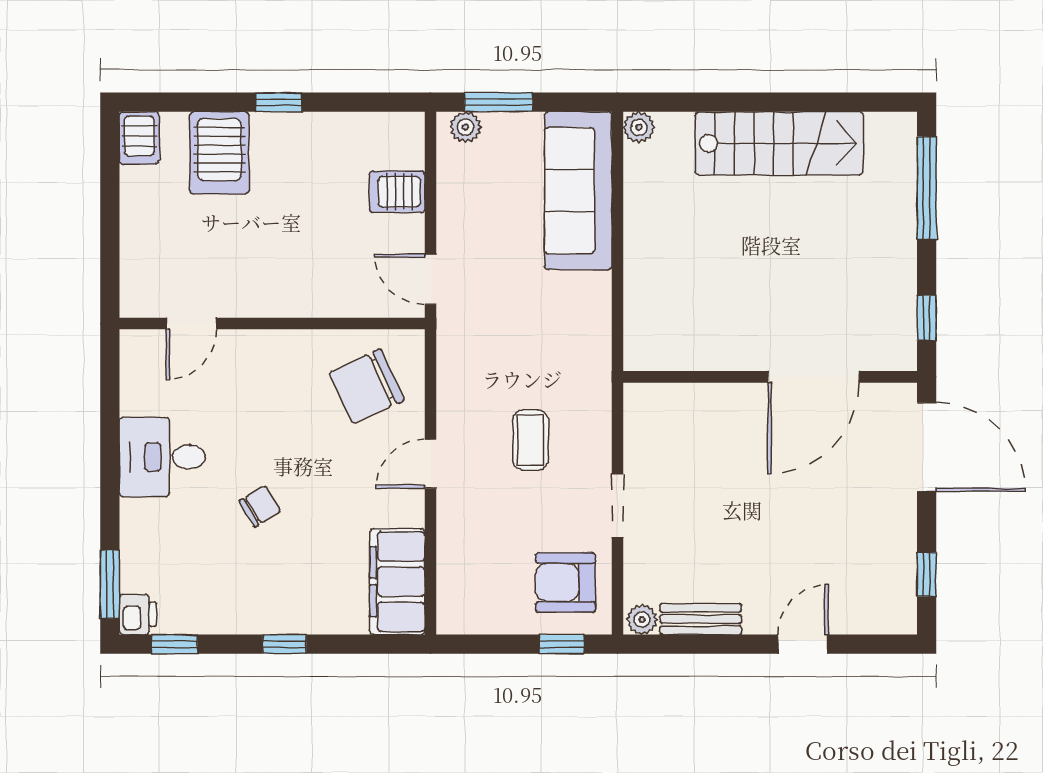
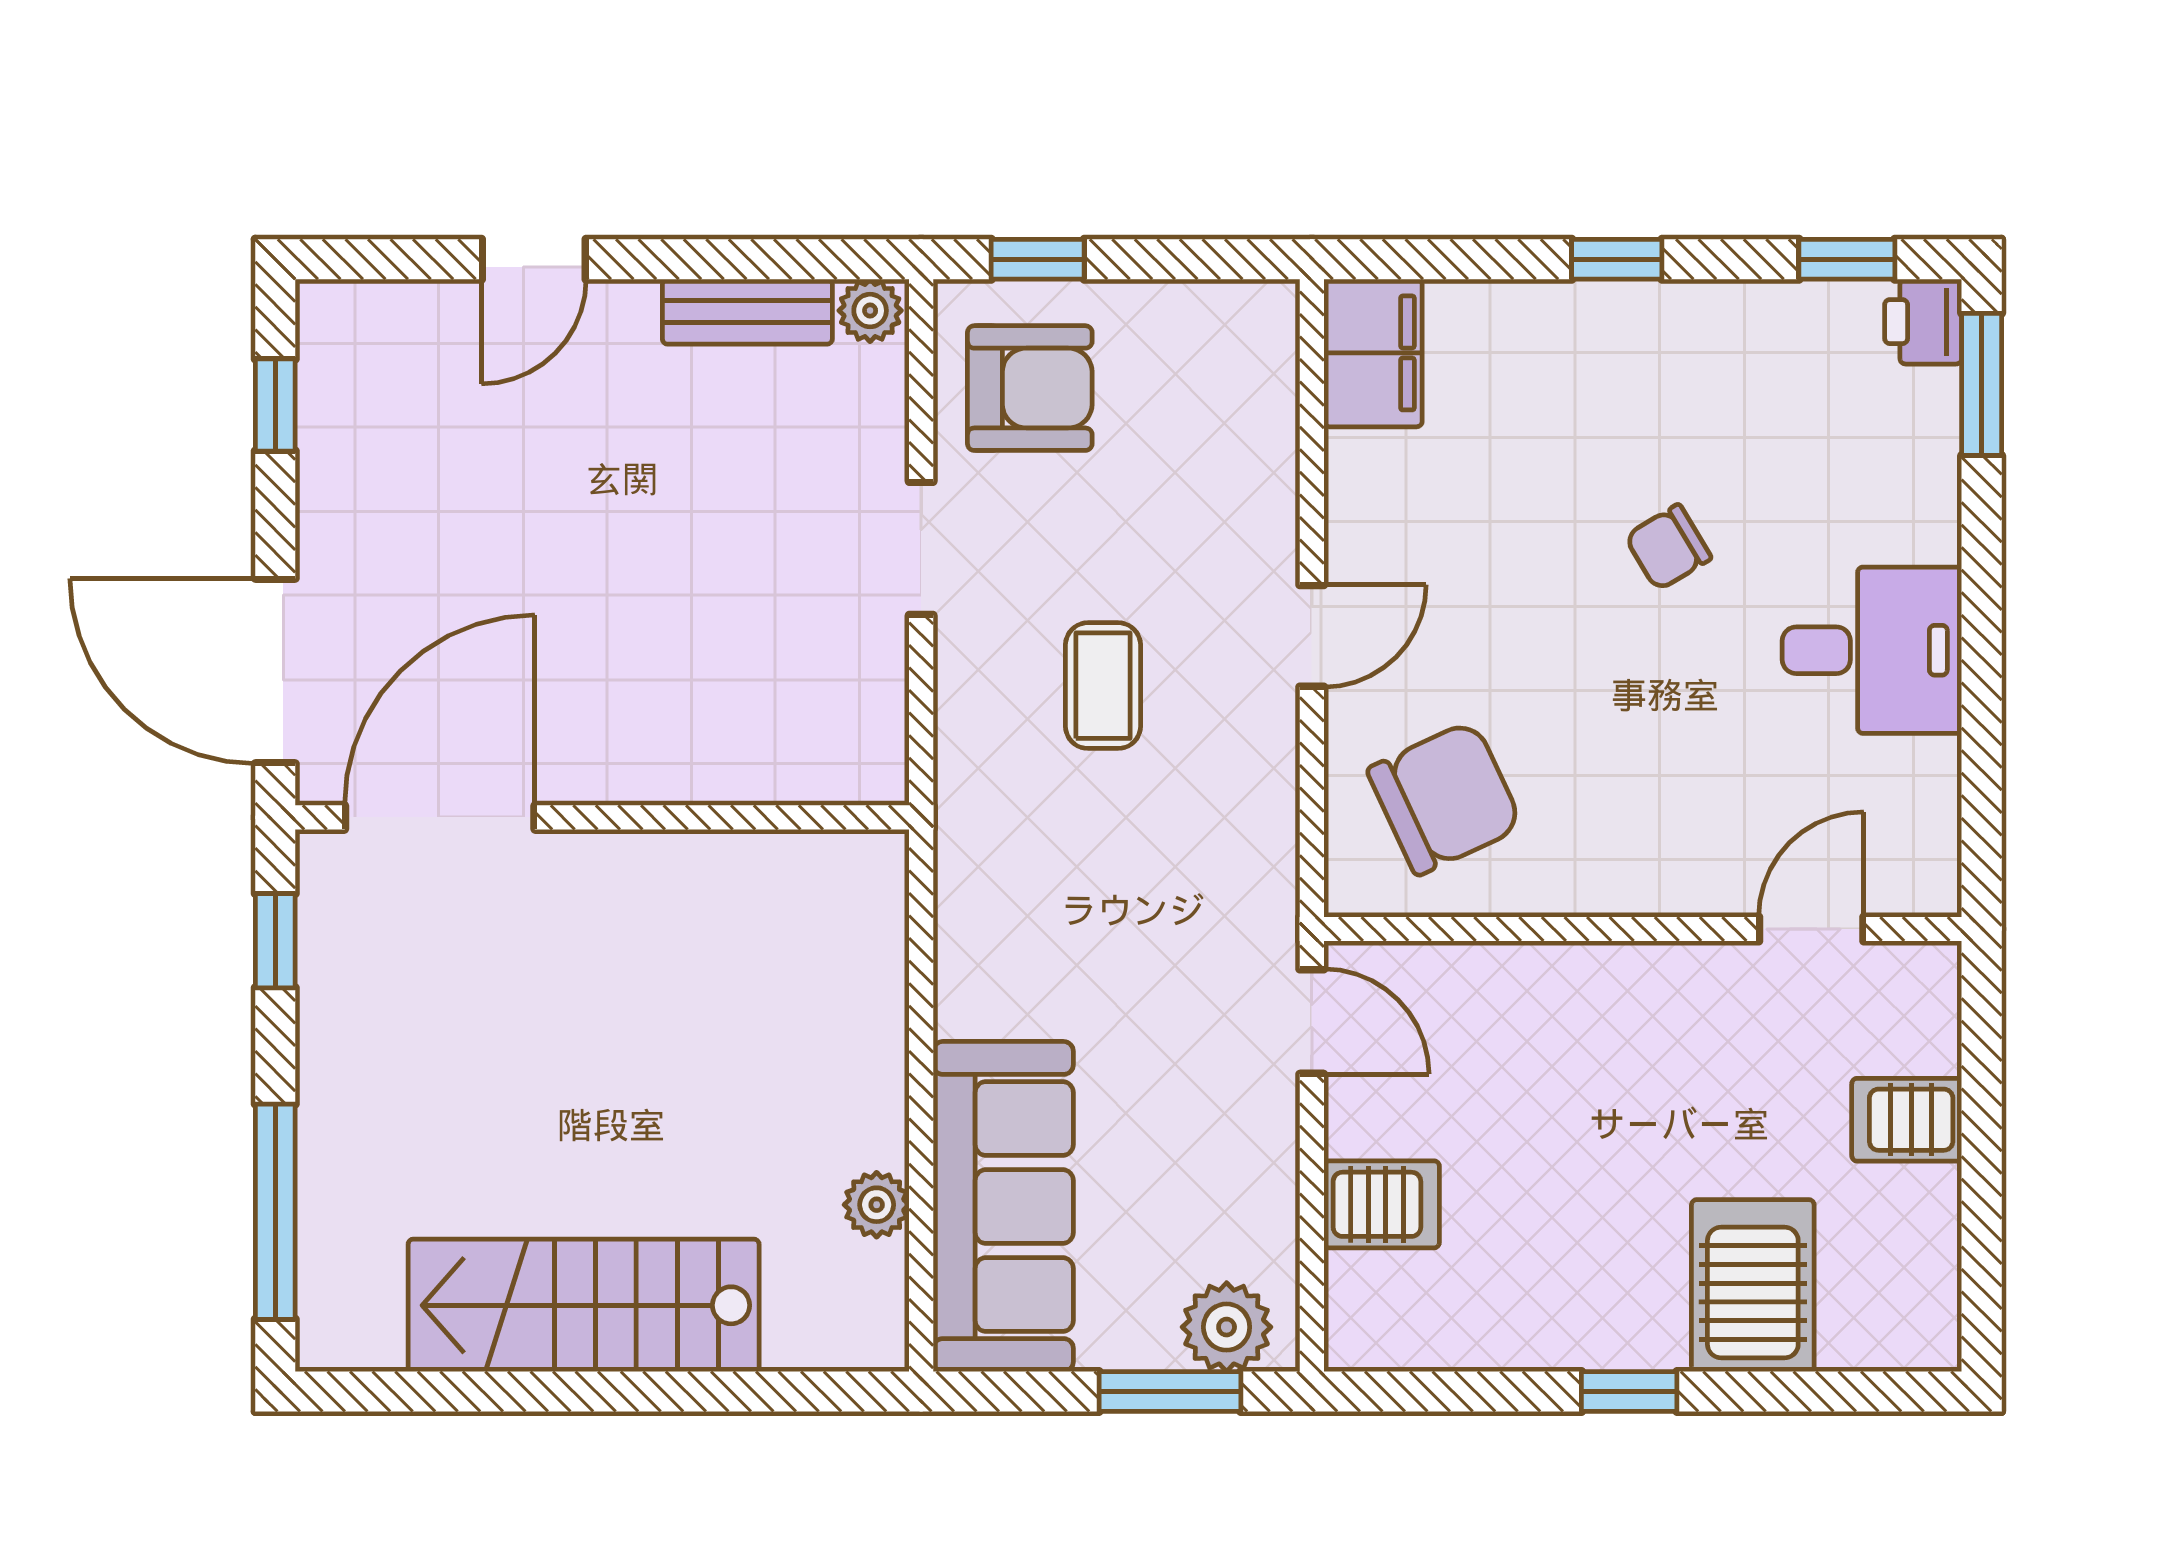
plant: (466, 127) -> (1227, 1327), width x1.38, depth x1.38
plant: (639, 127) -> (877, 1205), moved
server rack: (139, 138) -> (1907, 1120), moved, turned -90
door: (813, 377) -> (440, 817), moved
filing cabinet: (397, 582) -> (1373, 353), width x0.67, depth x0.86

